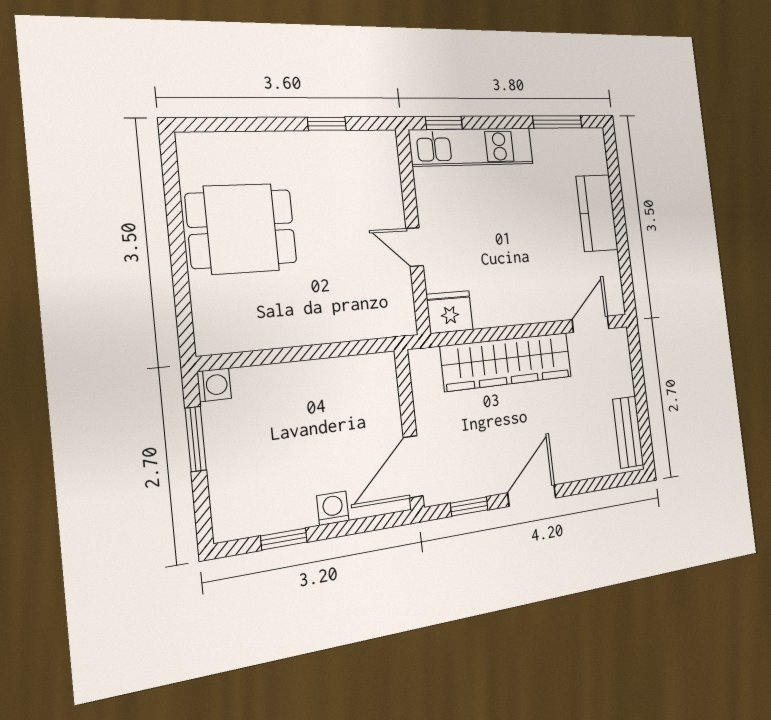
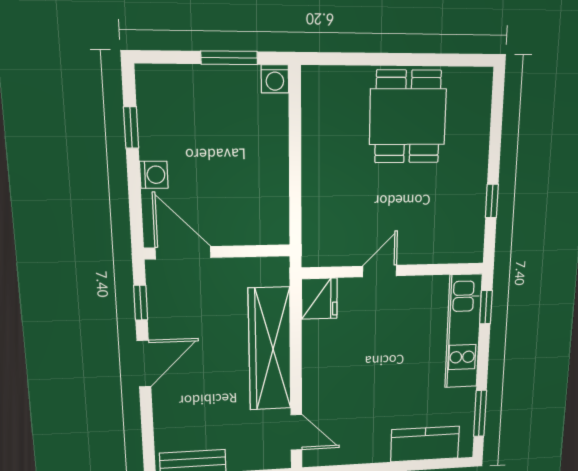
kitchen counter: (597, 213) -> (425, 444), moved
door: (532, 495) -> (144, 364), hinge flipped

